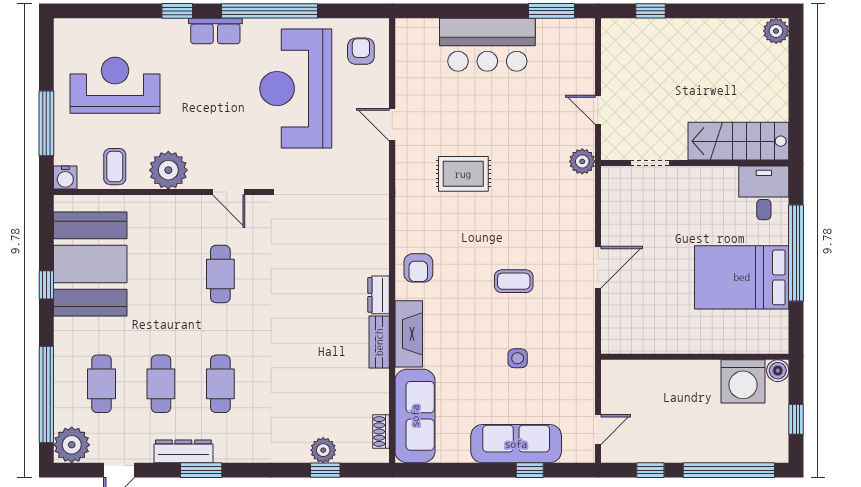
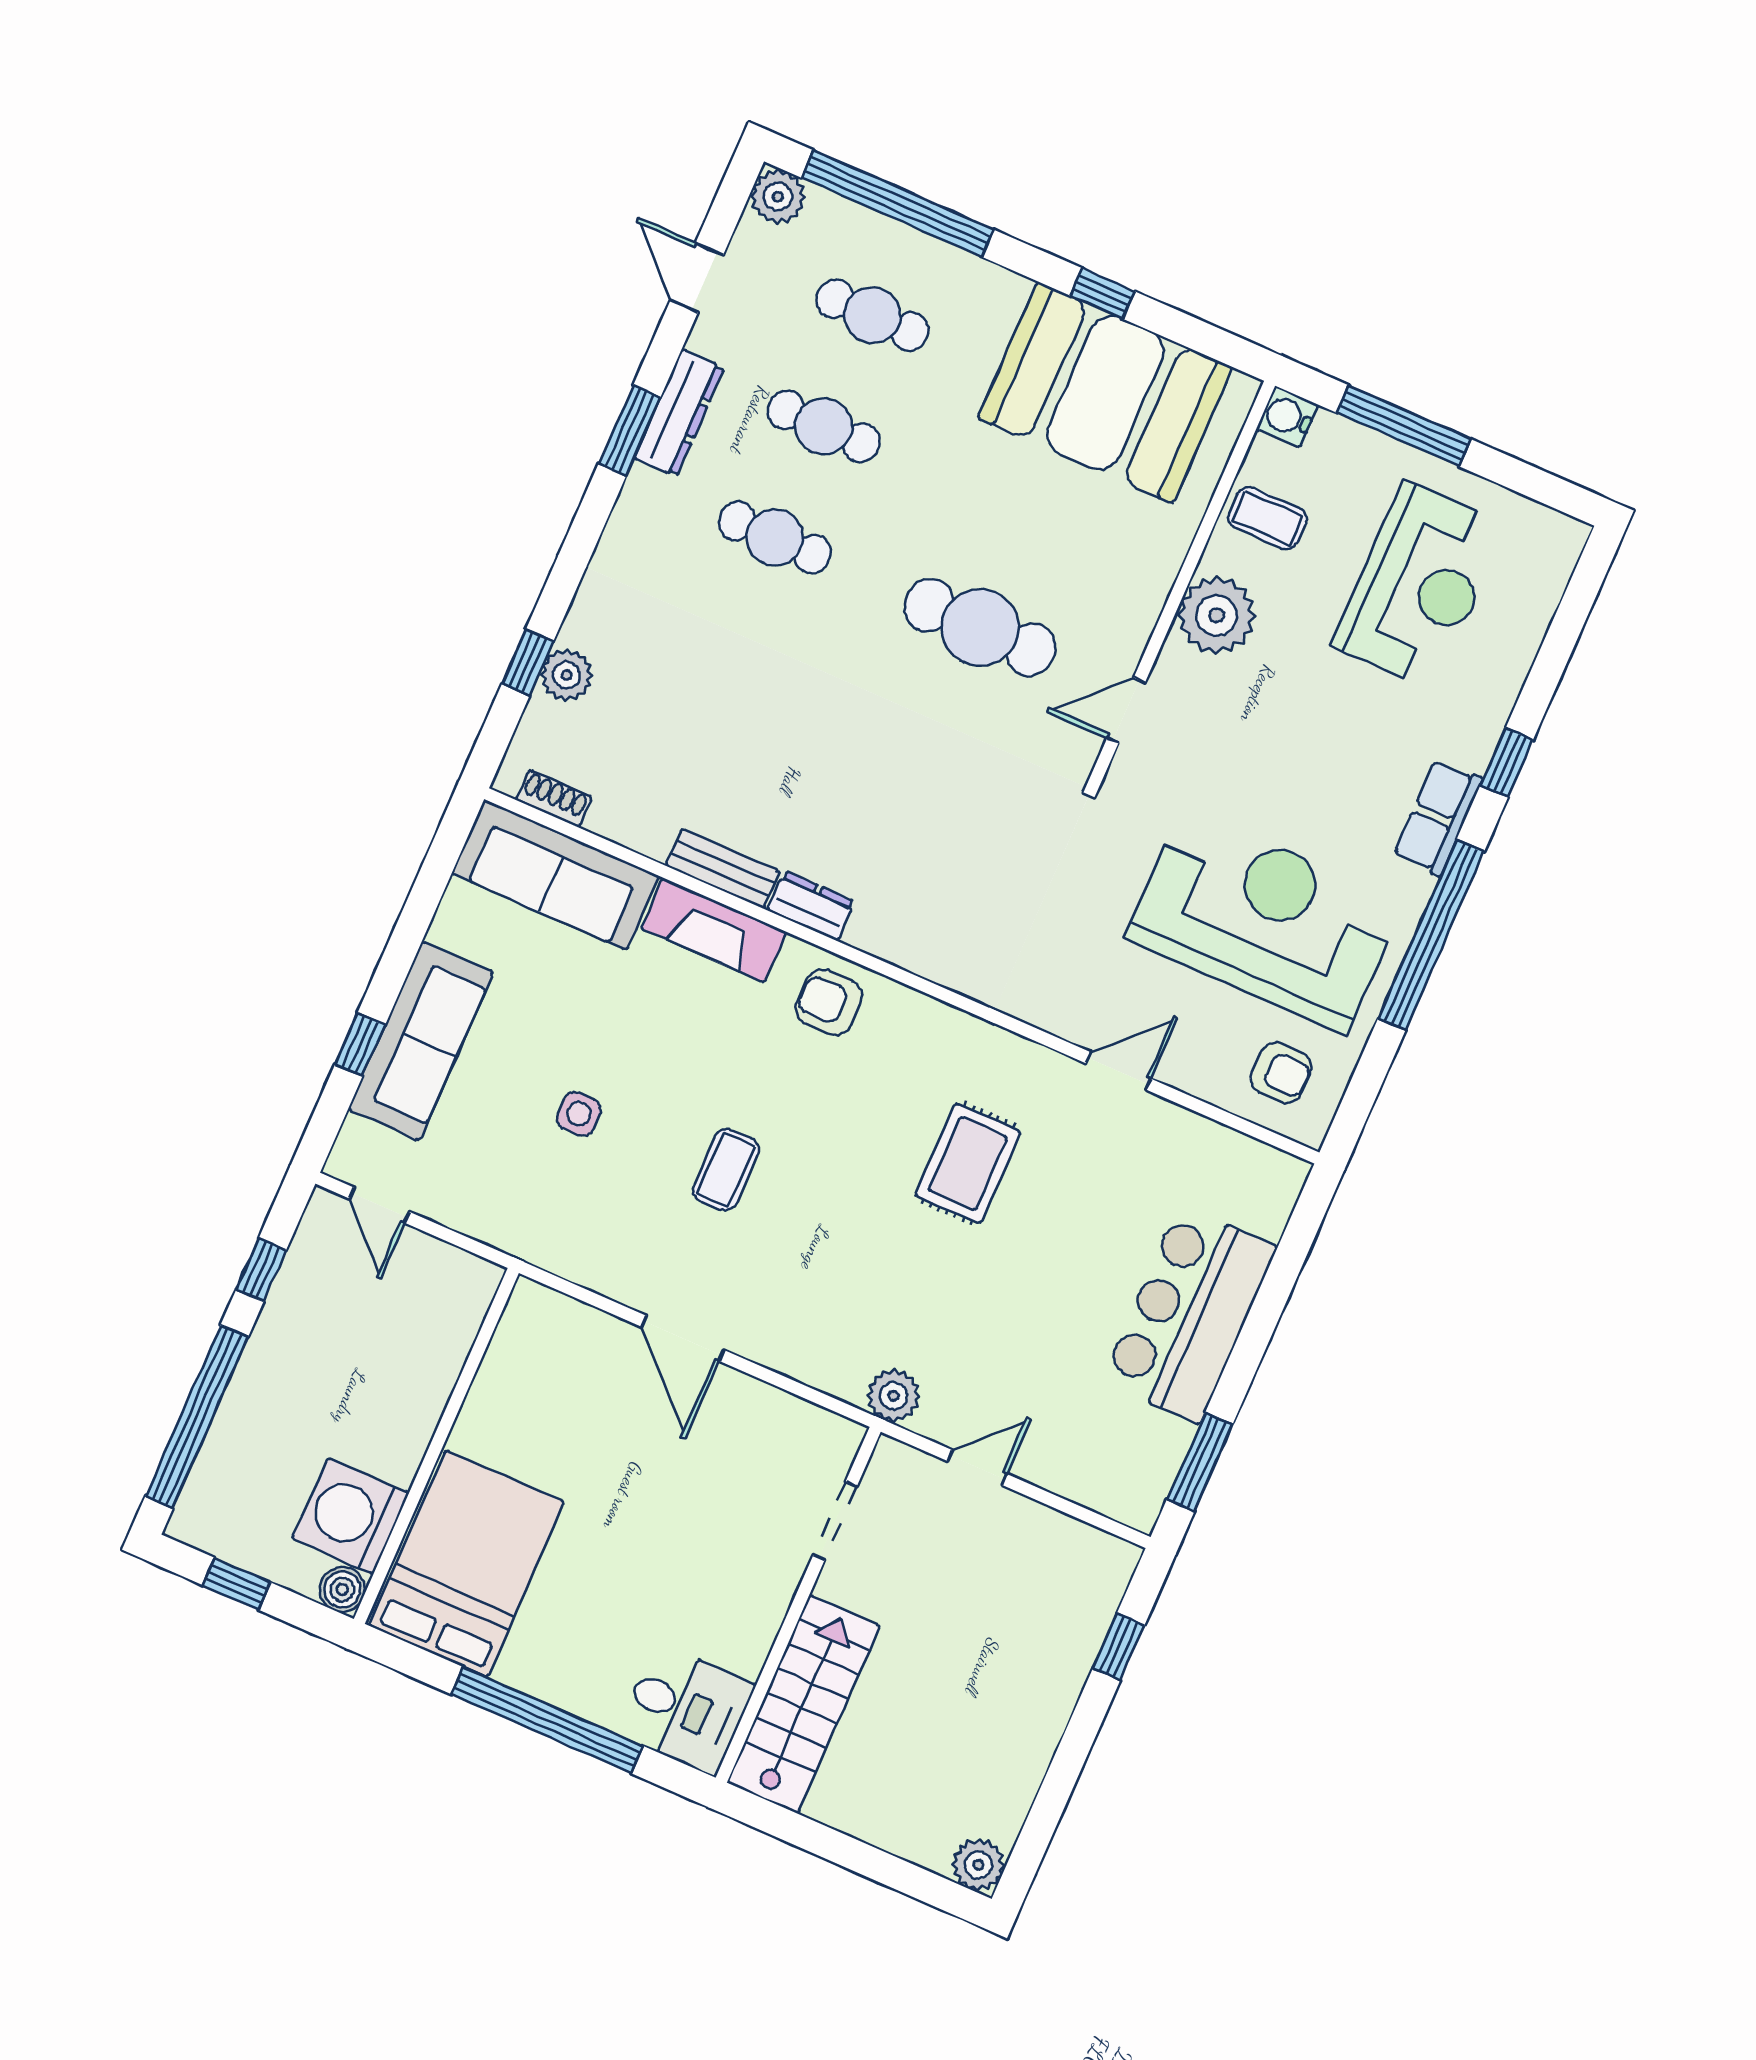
cafe table: (220, 274) -> (980, 627), width x1.37, depth x1.35
bed: (742, 277) -> (467, 1564), moved
plant: (72, 445) -> (778, 197), width x0.73, depth x0.73

